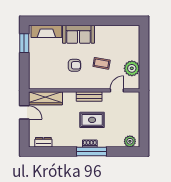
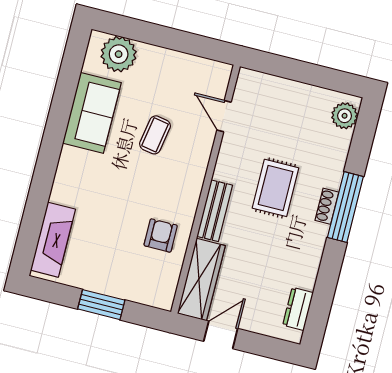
sofa: (79, 34) -> (92, 113), moved
window: (24, 43) -> (101, 305), moved
armchair: (74, 65) -> (161, 235), moved
plant: (132, 68) -> (119, 54), moved
bench: (89, 97) -> (215, 211), moved

